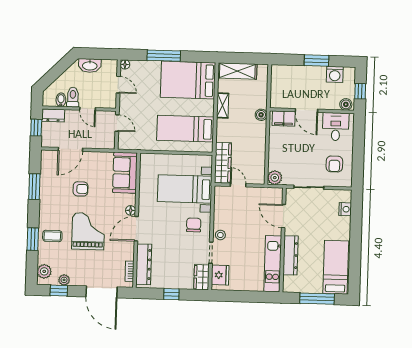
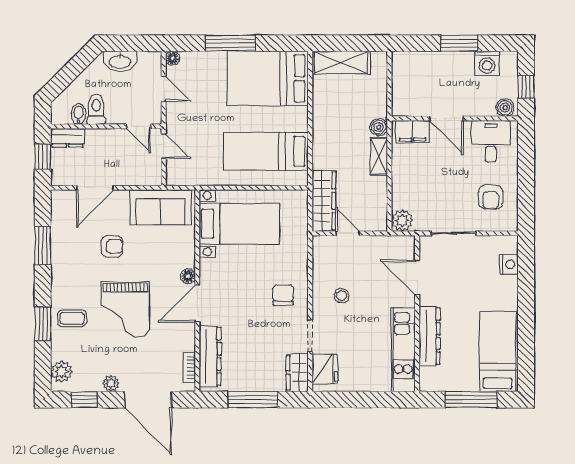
shelving: (223, 105) -> (379, 156), moved
door: (88, 109) -> (139, 126), moved
sofa: (125, 173) -> (160, 207), moved, turned -90
bed with nightstands: (185, 189) -> (239, 224), moved, turned 180
grand piano: (88, 231) -> (125, 309), turned 180
stool: (220, 235) -> (341, 296), moved
plant: (64, 280) -> (111, 383), moved
window: (171, 294) -> (253, 400), width x2.17

